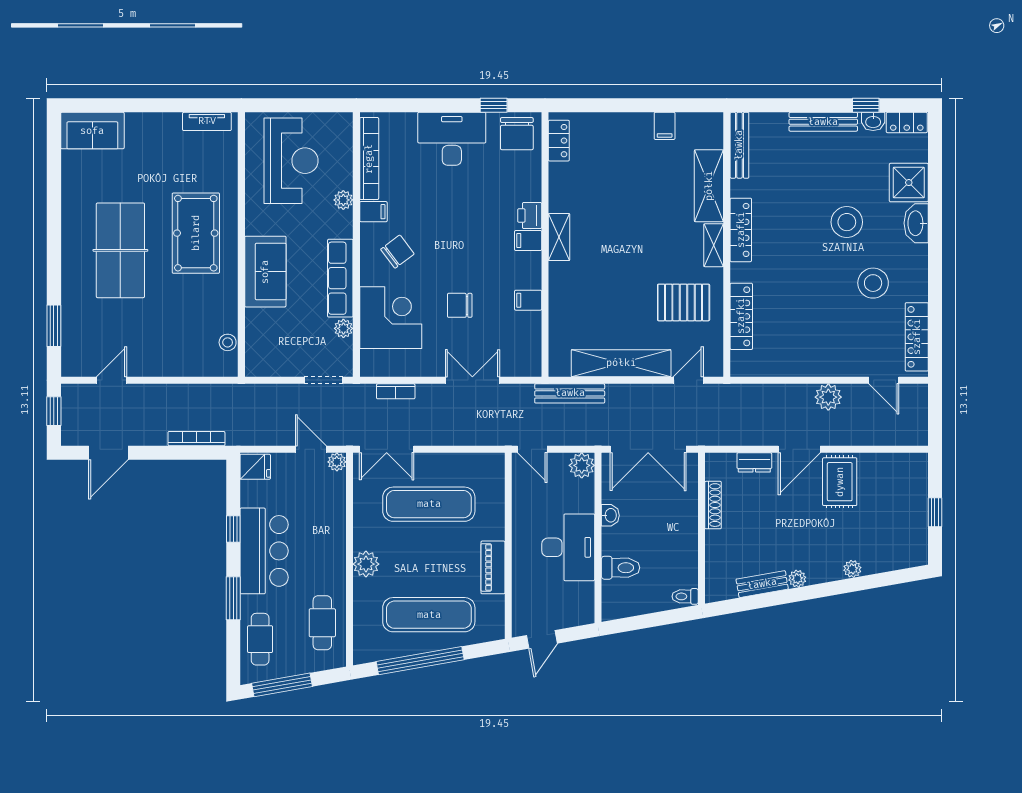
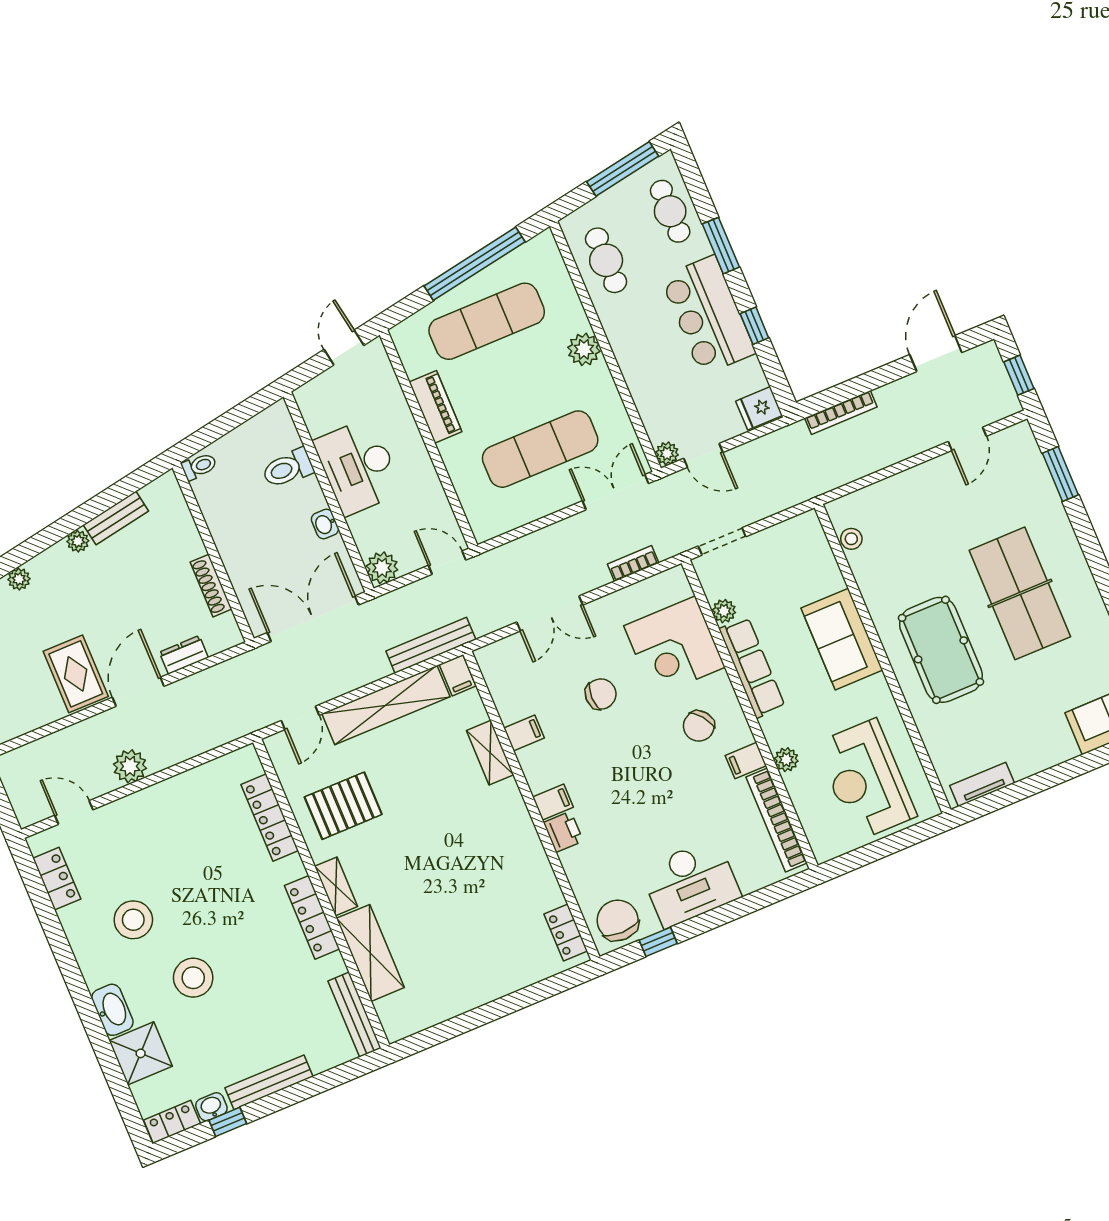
filing cabinet: (665, 126) -> (458, 675), moved, turned 180
shelving: (559, 237) -> (490, 753), moved
locker: (917, 337) -> (57, 879), width x0.66

